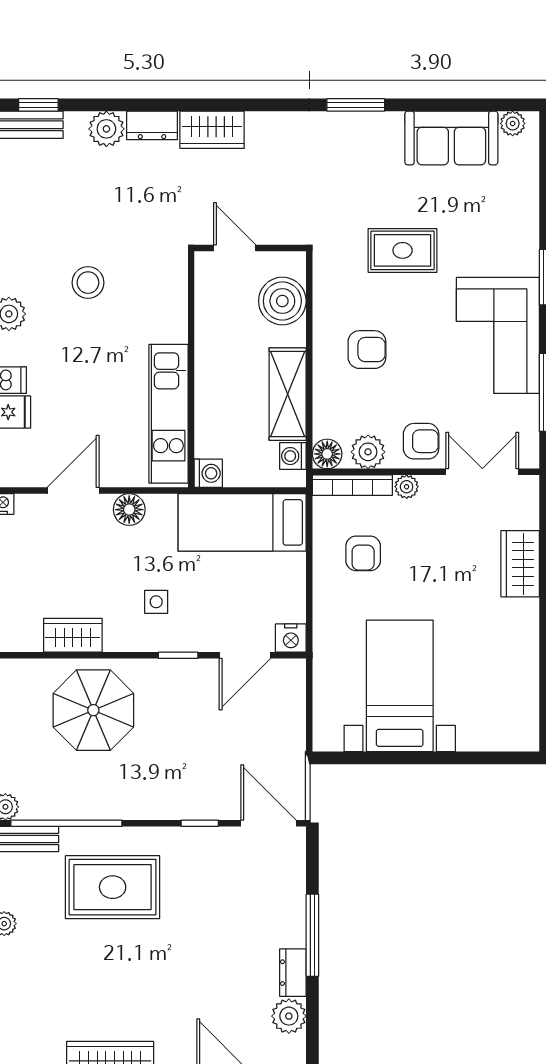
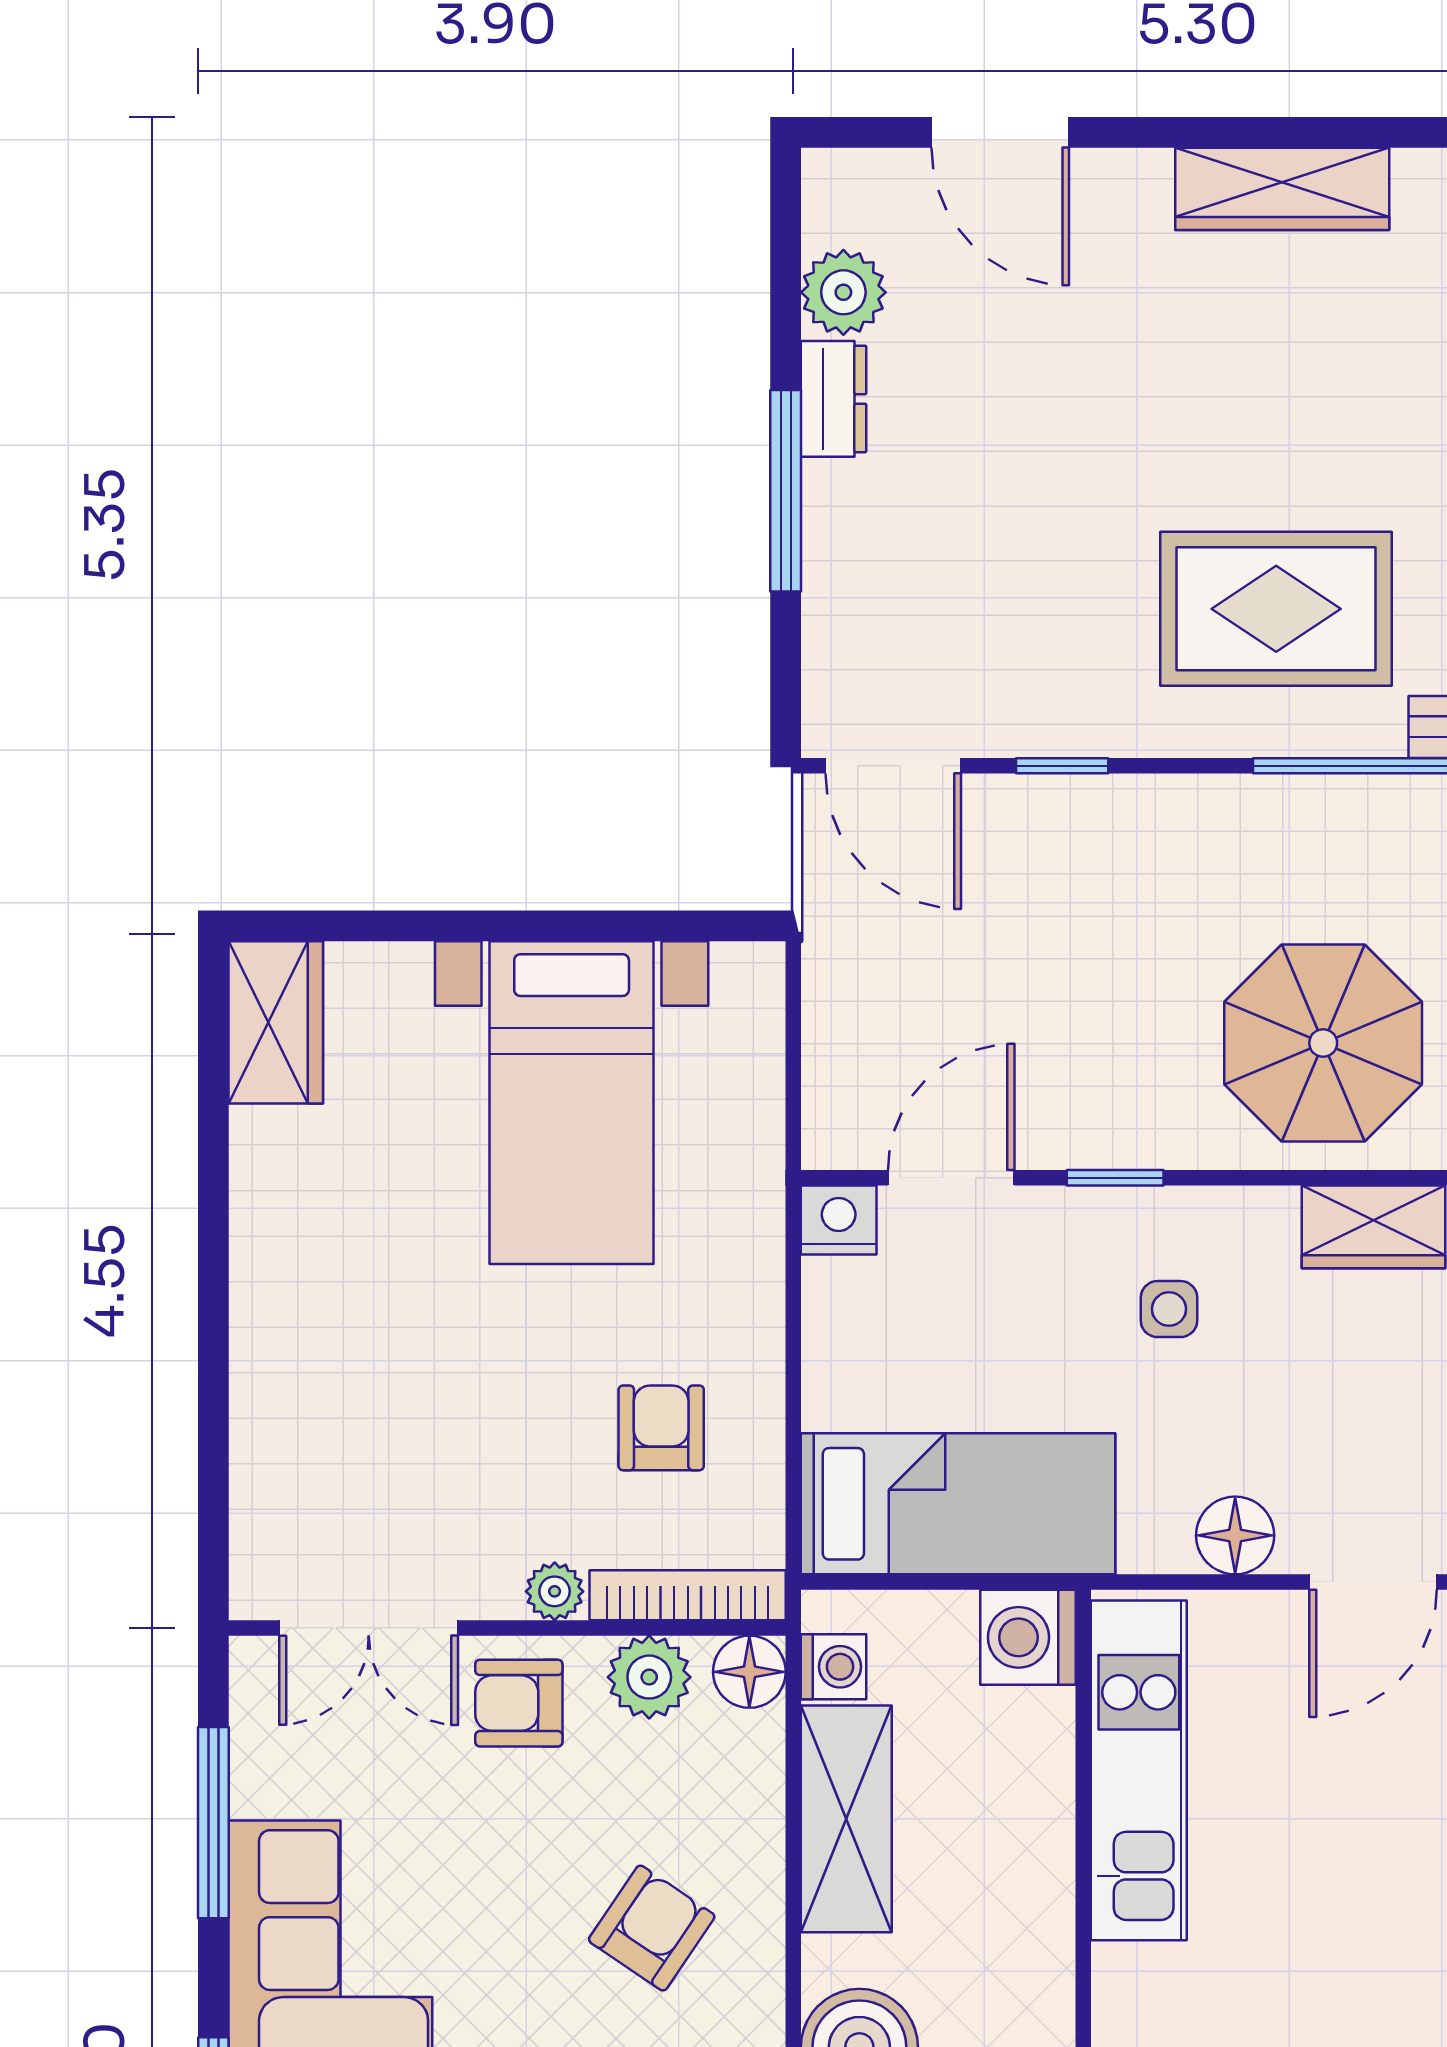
armchair: (367, 350) -> (652, 1928), turned 124
washing machine: (208, 473) -> (1028, 1637), width x1.38, depth x1.38
wardrobe: (520, 564) -> (276, 1022), moved

